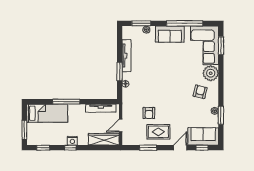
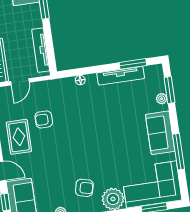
window: (185, 23) -> (178, 152), width x0.68
window: (120, 71) -> (133, 64), moved
door: (121, 126) -> (20, 82), swing flipped

